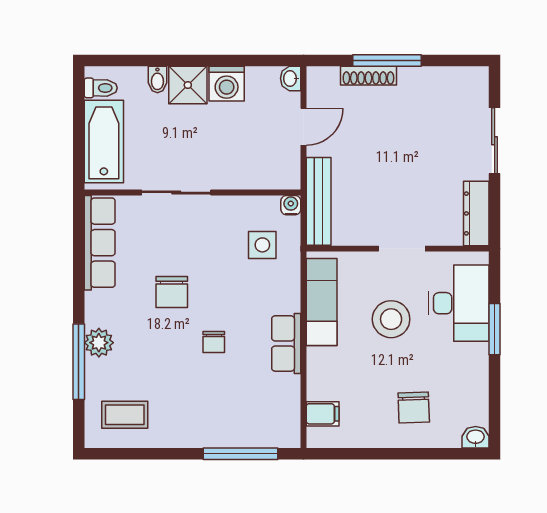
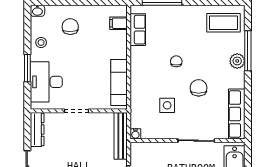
side table: (262, 245) -> (167, 105), moved
stool: (391, 319) -> (41, 42), moved, width x0.53, depth x0.53
row of seats: (286, 343) -> (138, 30), moved
coffee table: (125, 415) -> (224, 23), width x1.36, depth x1.30

